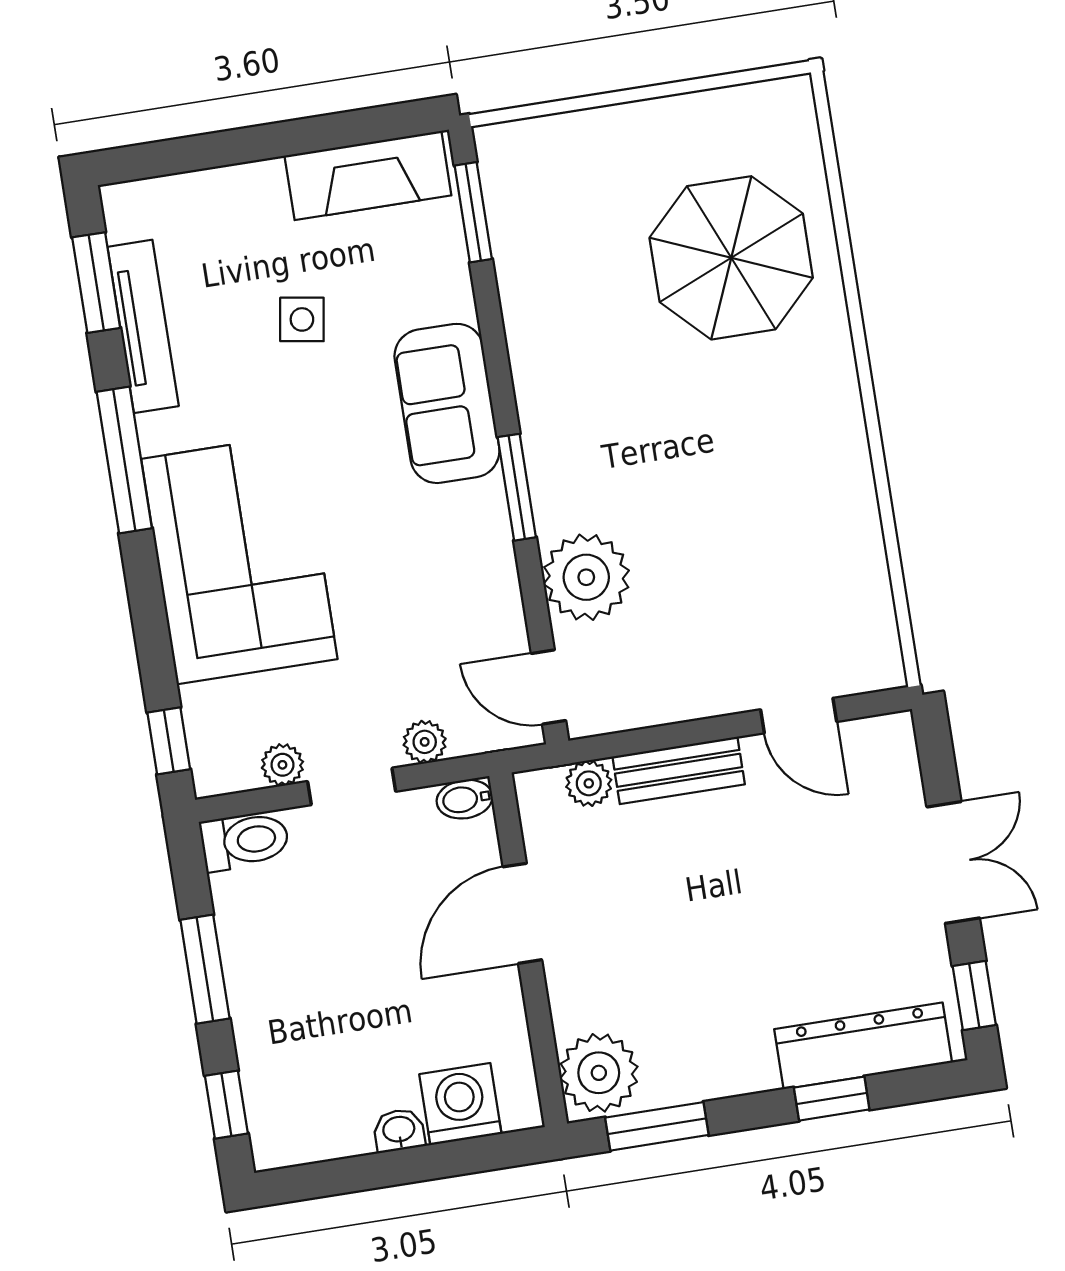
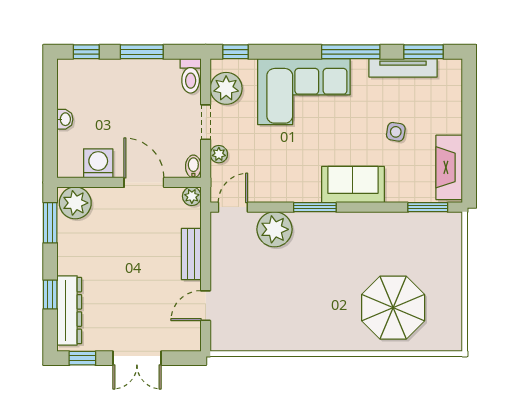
plant: (282, 765) -> (226, 88), width x1.87, depth x1.87
plant: (589, 783) -> (192, 196), moved
washing machine: (460, 1104) -> (98, 163), moved, turned -90

